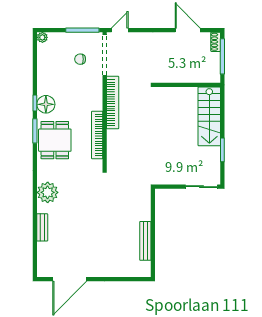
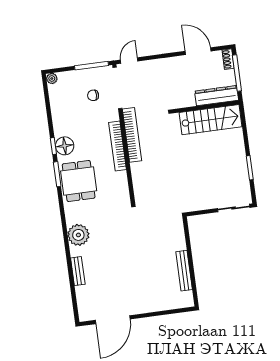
dresser: (200, 76) -> (217, 96), added
stairs: (209, 116) -> (211, 120), moved, turned -90
bookcase: (97, 135) -> (118, 146), moved

